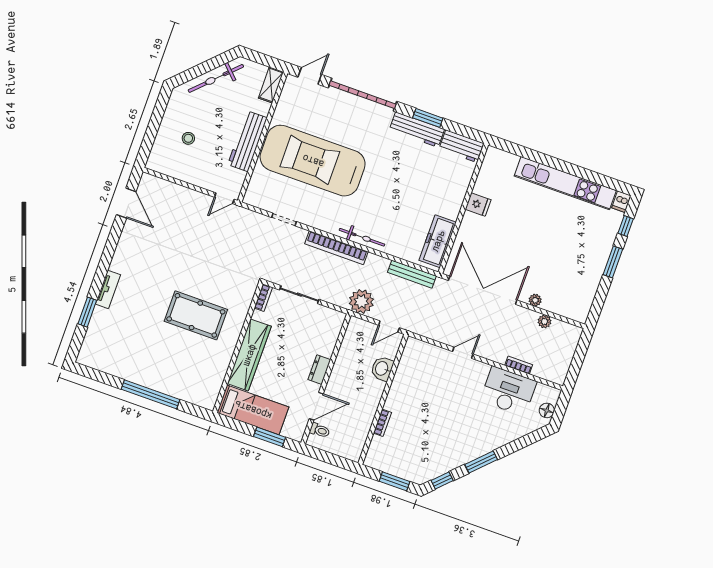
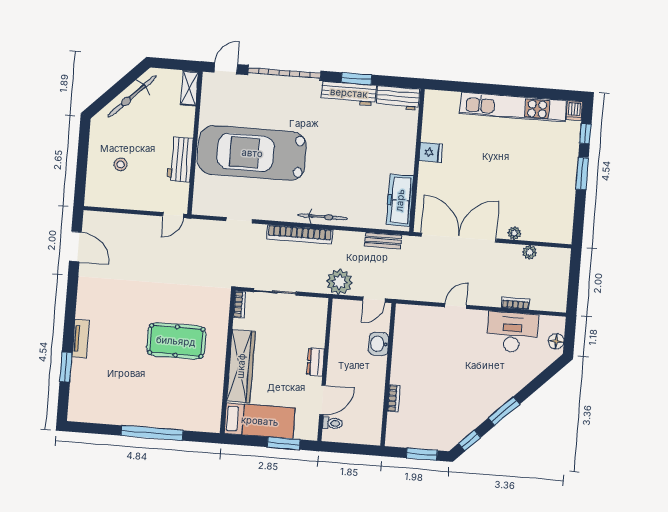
workbench: (247, 141) -> (180, 159), width x0.73
bench: (412, 274) -> (383, 241), width x0.73

